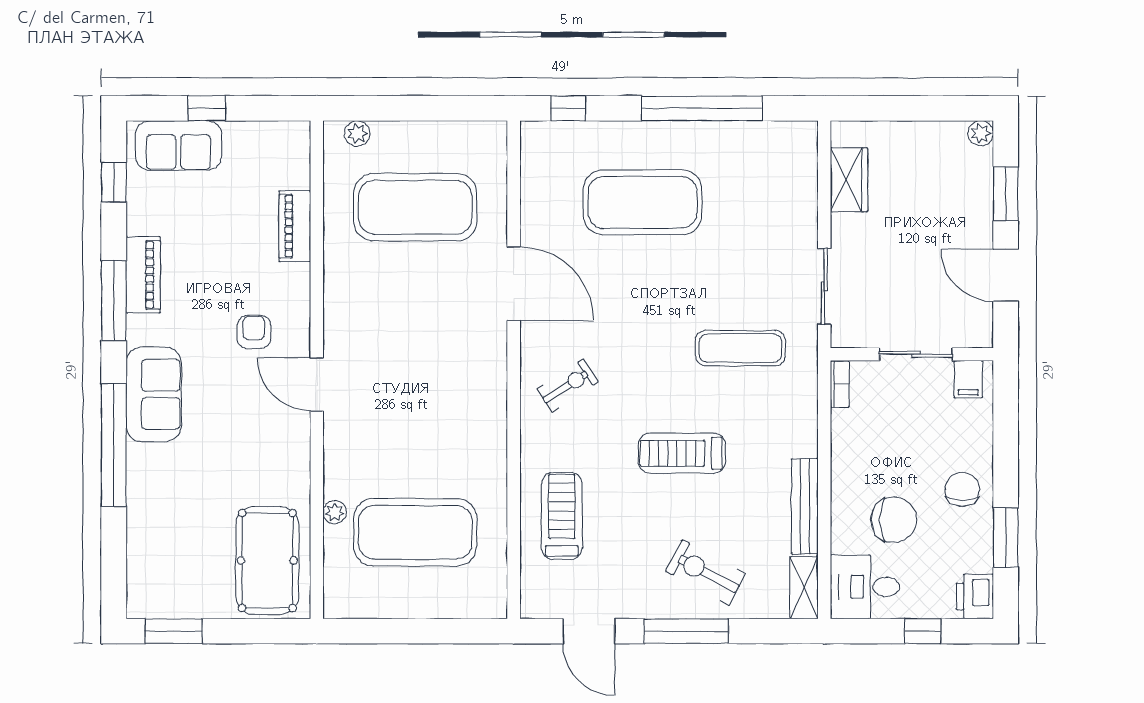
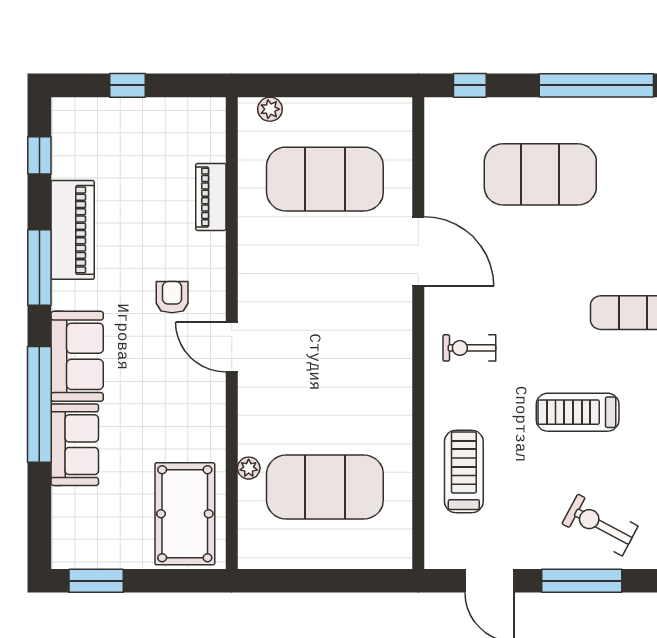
sofa: (178, 146) -> (75, 445), moved, turned -90
piano: (143, 275) -> (73, 230), width x1.37, depth x1.33
exercise bike: (568, 385) -> (469, 348), turned -147

